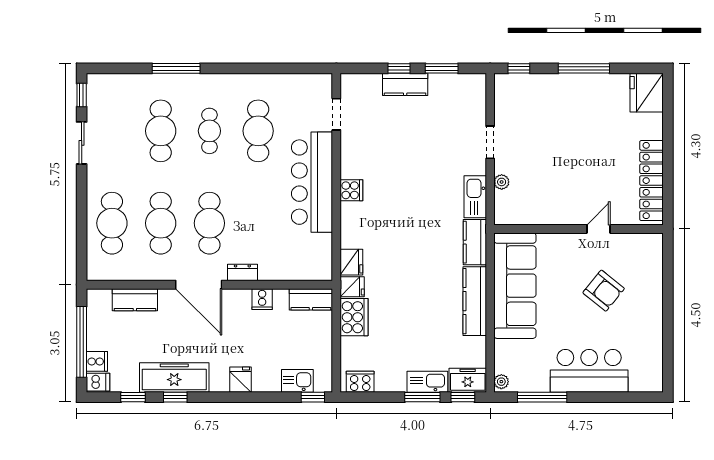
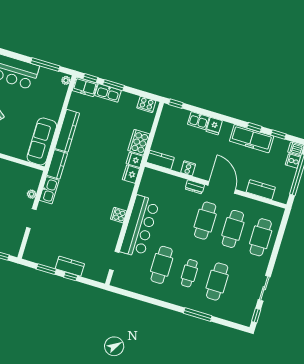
sofa: (515, 286) -> (42, 141), width x0.74, depth x0.79
kitchen sink: (297, 381) -> (198, 121), moved

